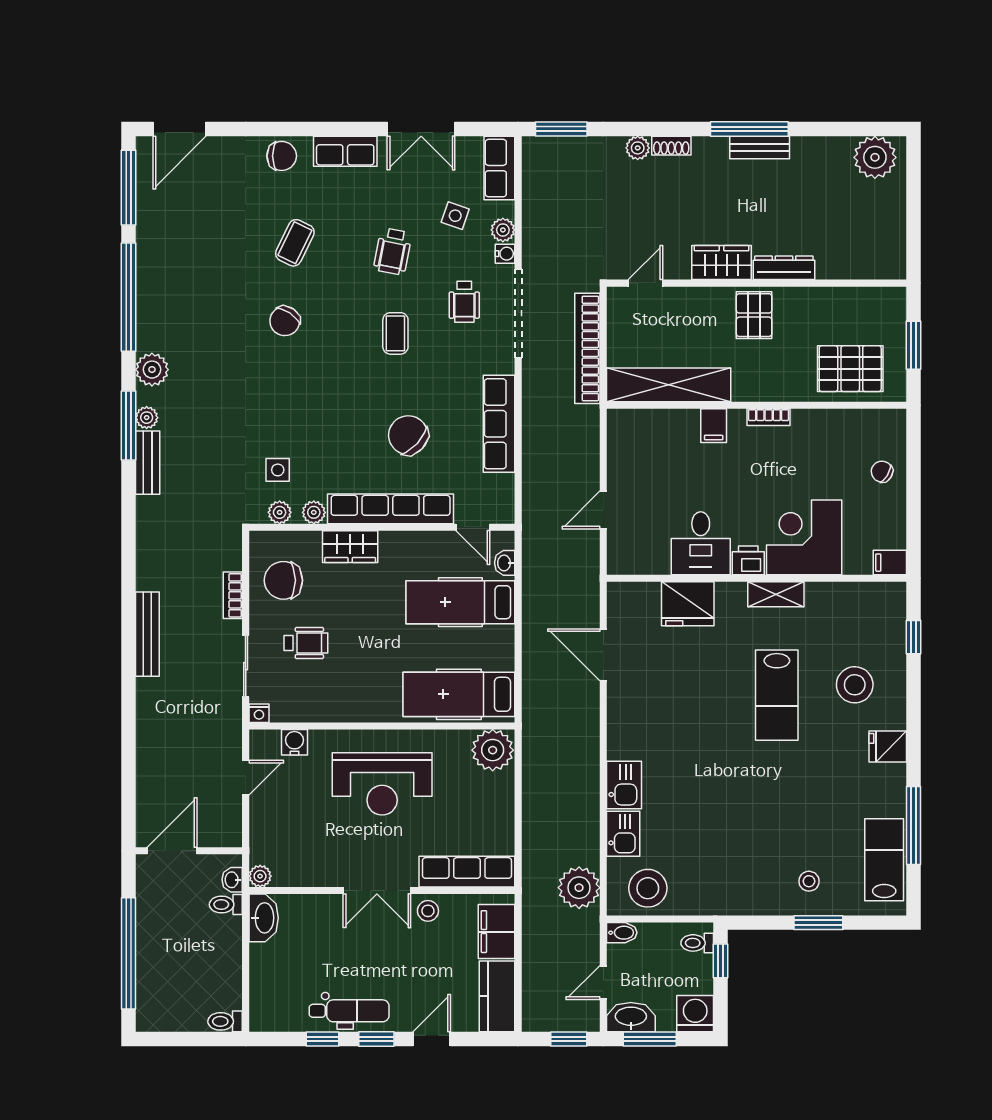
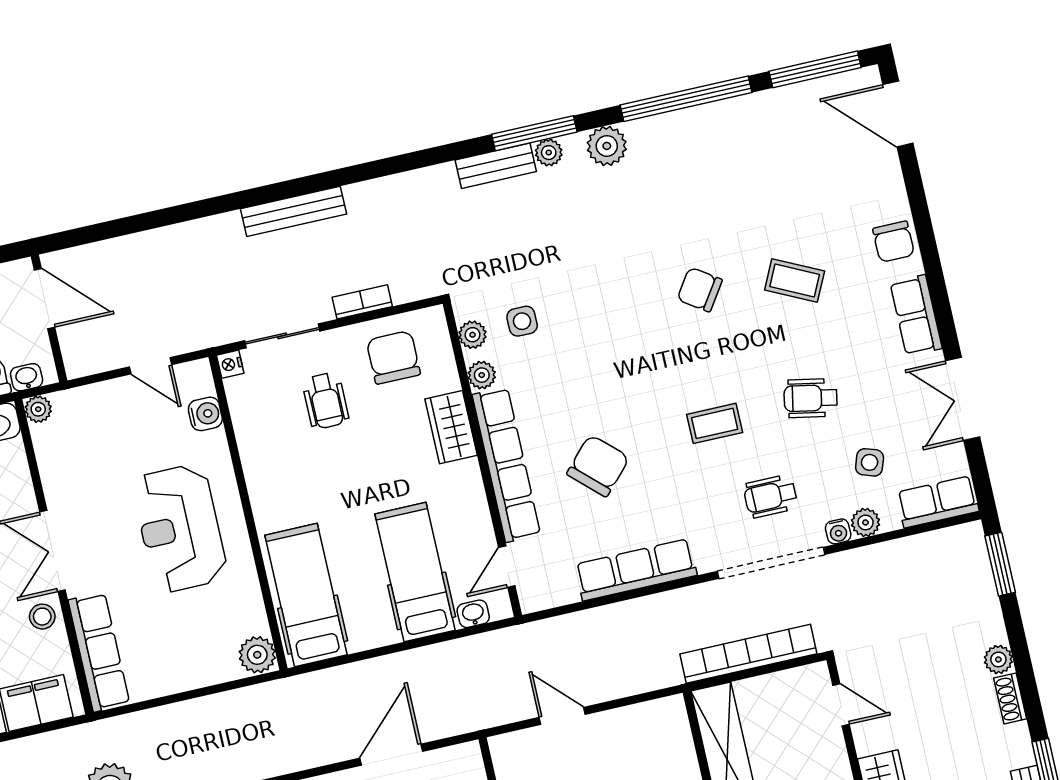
plant: (493, 750) -> (257, 655), width x0.73, depth x0.73

